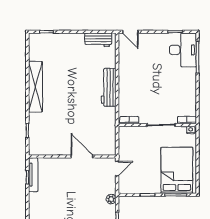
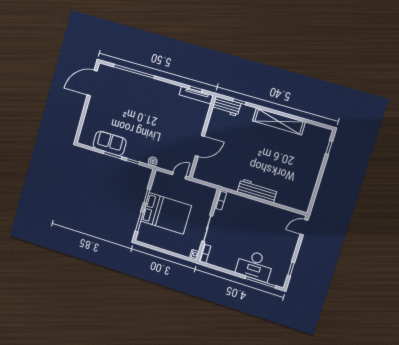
workbench: (98, 40) -> (226, 106), moved, turned -90
desk: (183, 50) -> (255, 266), moved
door: (117, 168) -> (179, 175), swing flipped
bed: (177, 170) -> (166, 213), moved

